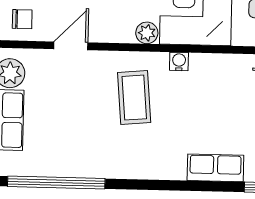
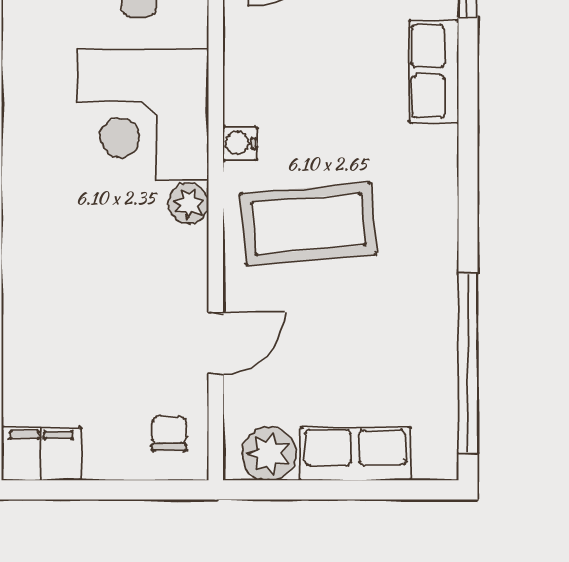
door: (71, 46) -> (216, 343), swing flipped
coffee table: (134, 98) -> (308, 224), width x1.36, depth x1.32

